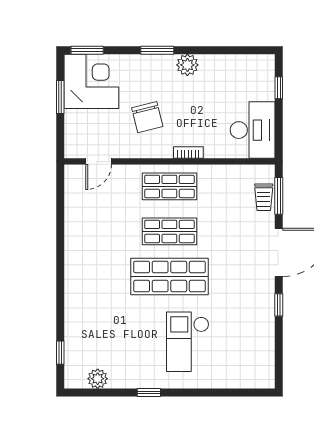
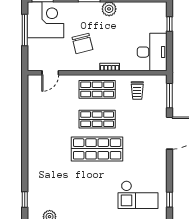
window: (60, 97) -> (25, 30), width x1.44
trolley: (264, 197) -> (137, 91), moved
window: (279, 305) -> (169, 200), moved
checkout: (188, 342) -> (138, 195), moved, turned -90

